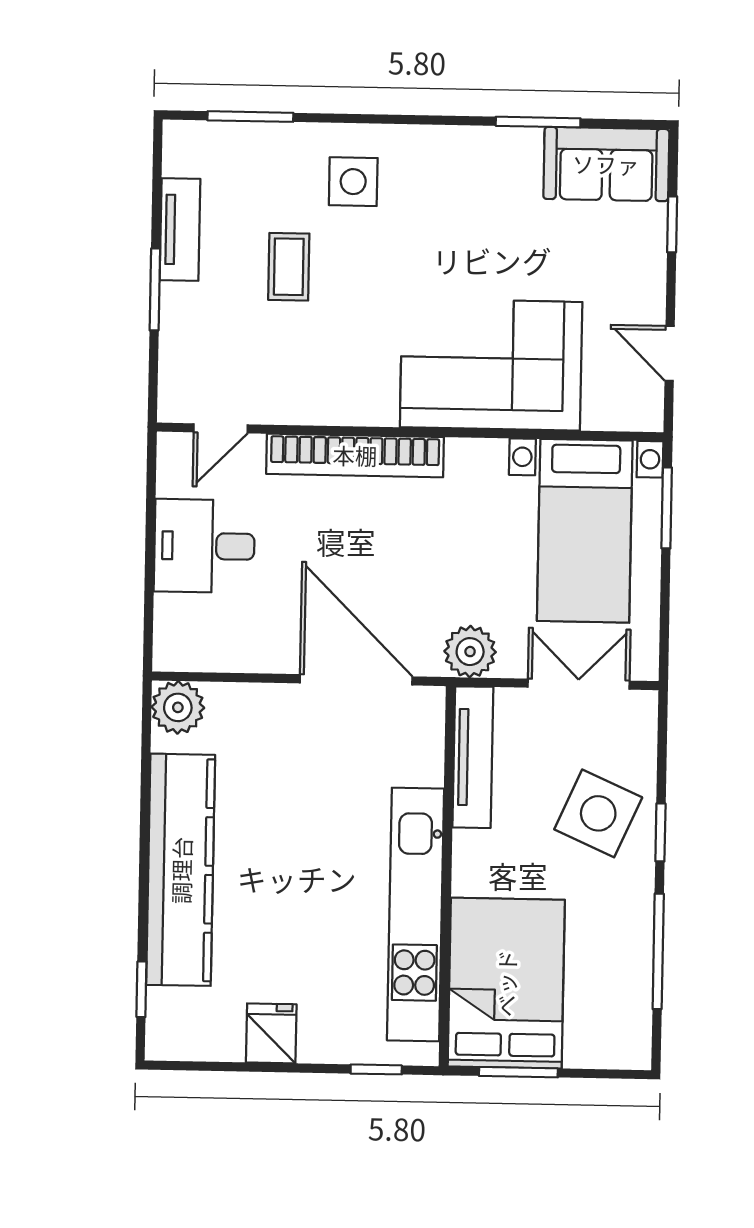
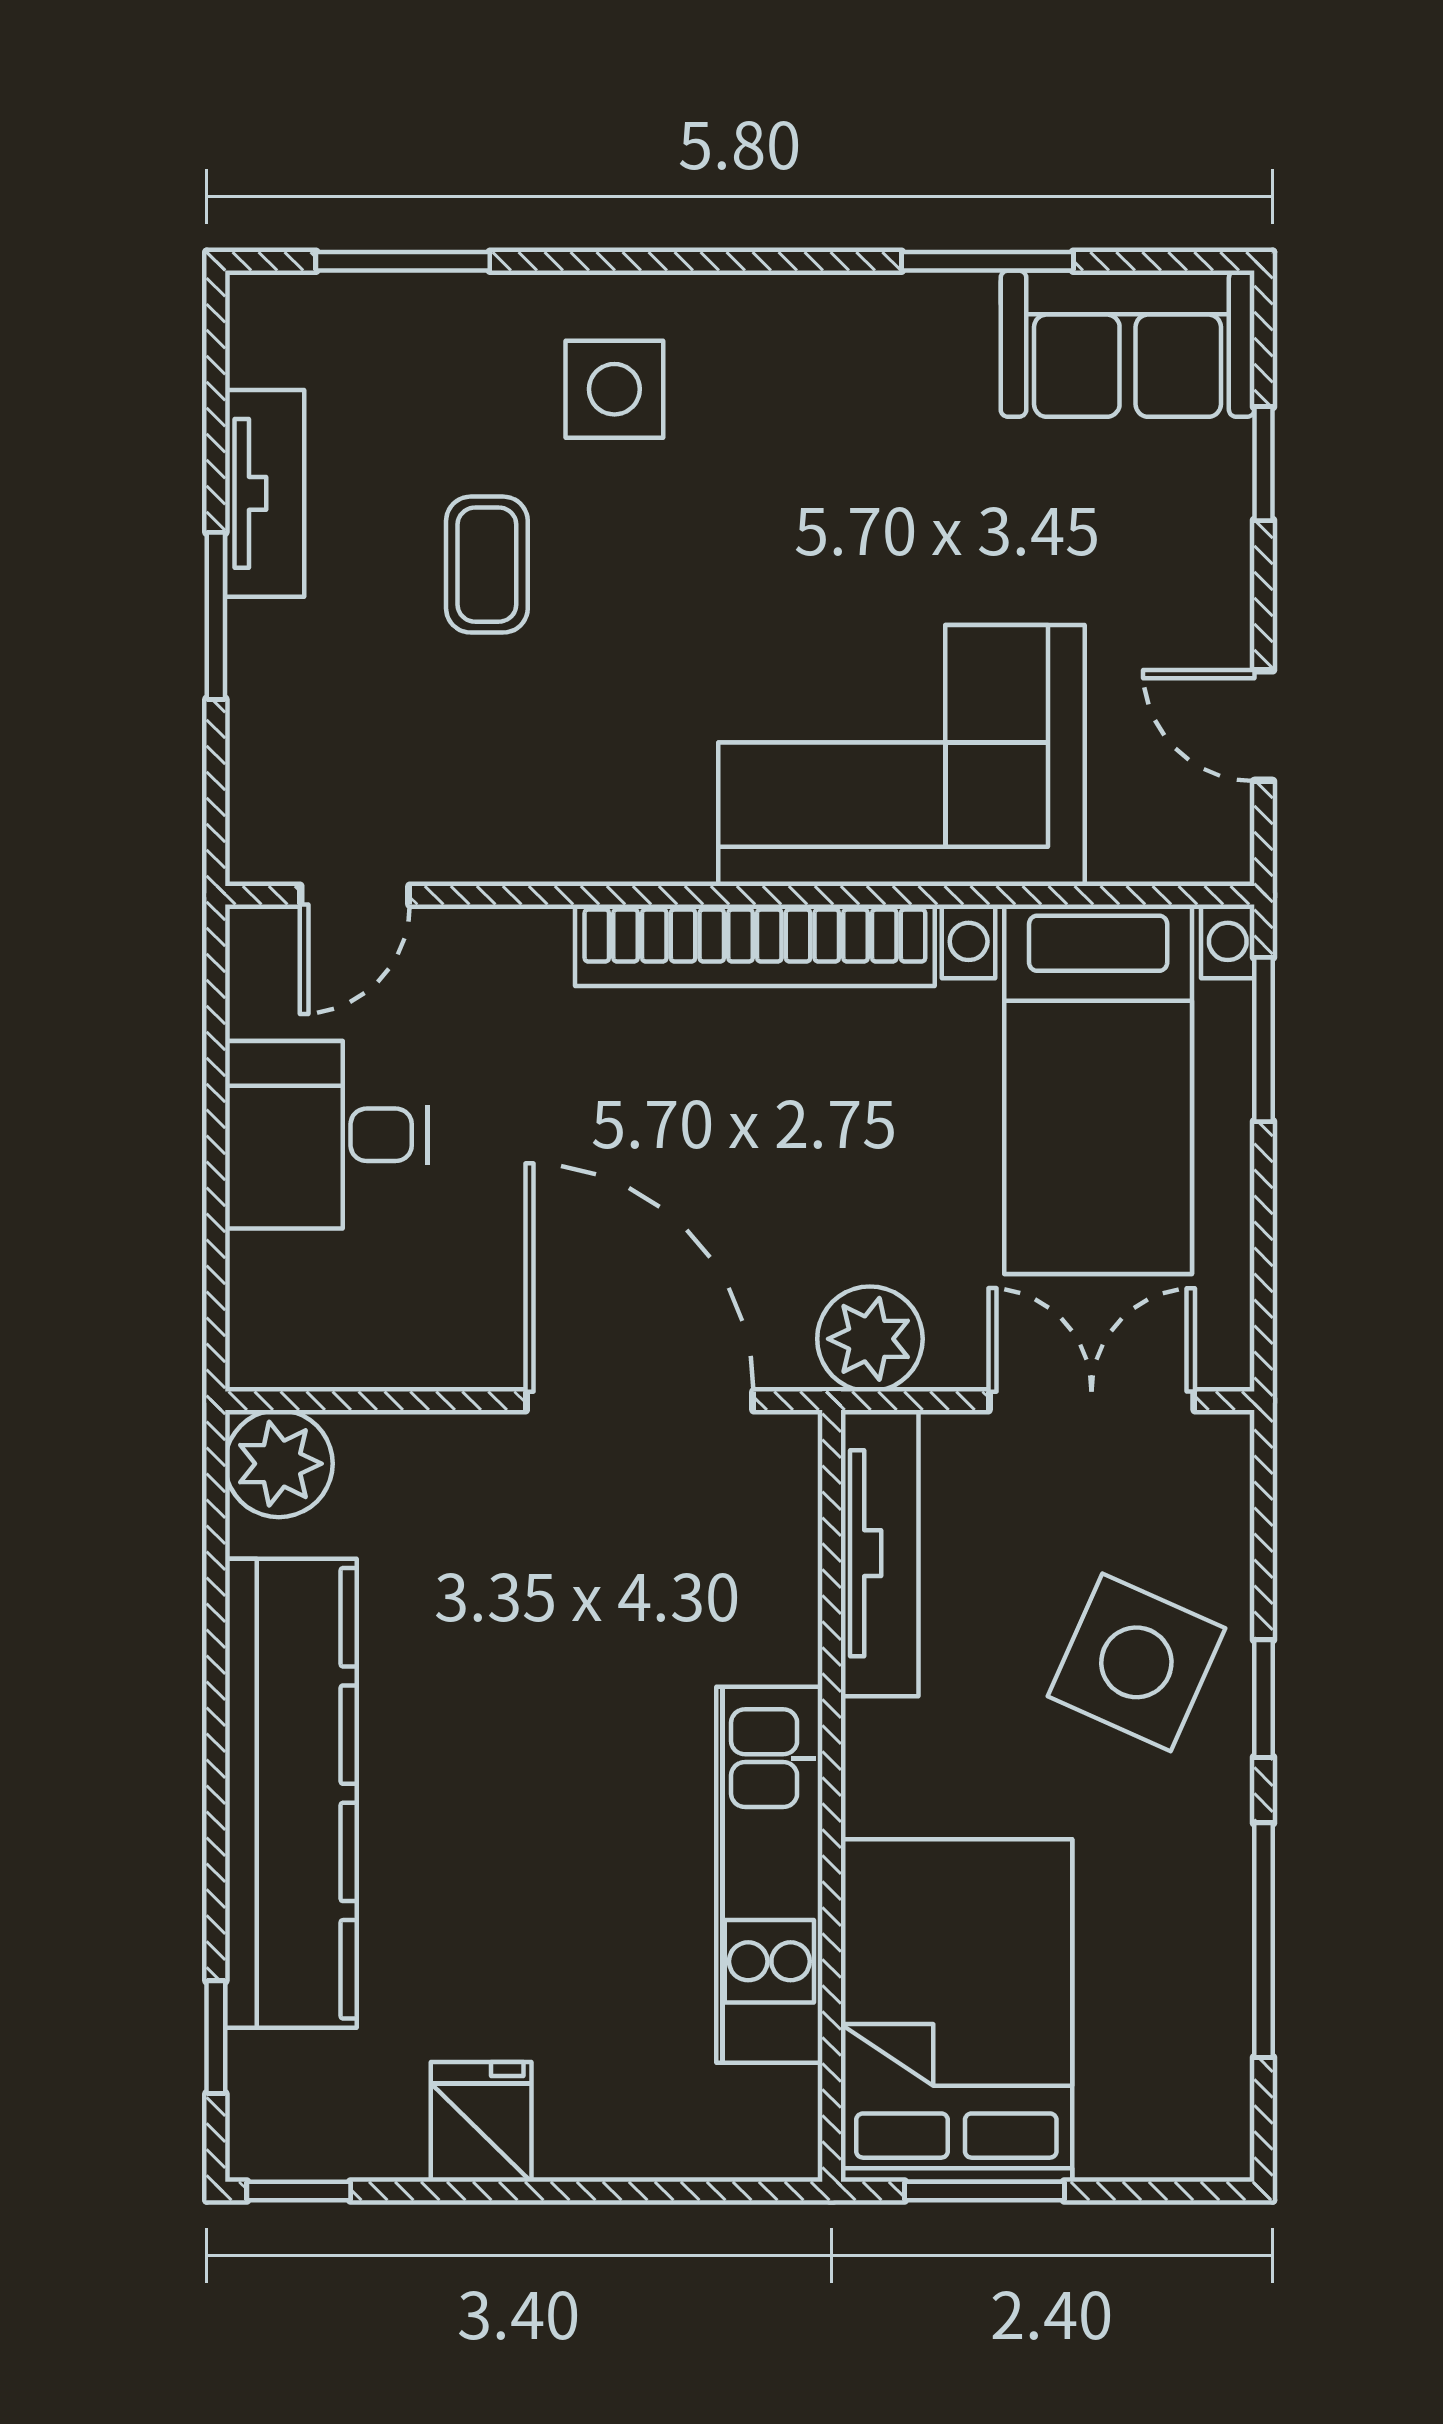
bookcase: (355, 455) -> (755, 945), moved
kitchen unit: (415, 914) -> (769, 1875), width x0.73
window: (376, 1069) -> (299, 2191), moved

